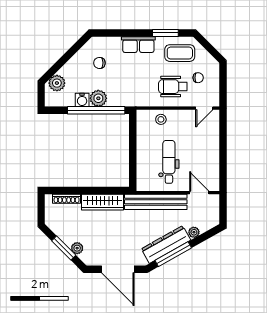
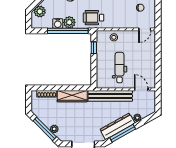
wheelchair: (173, 87) -> (93, 18), moved
window: (133, 134) -> (94, 48), added
window: (64, 248) -> (45, 129), width x1.44

